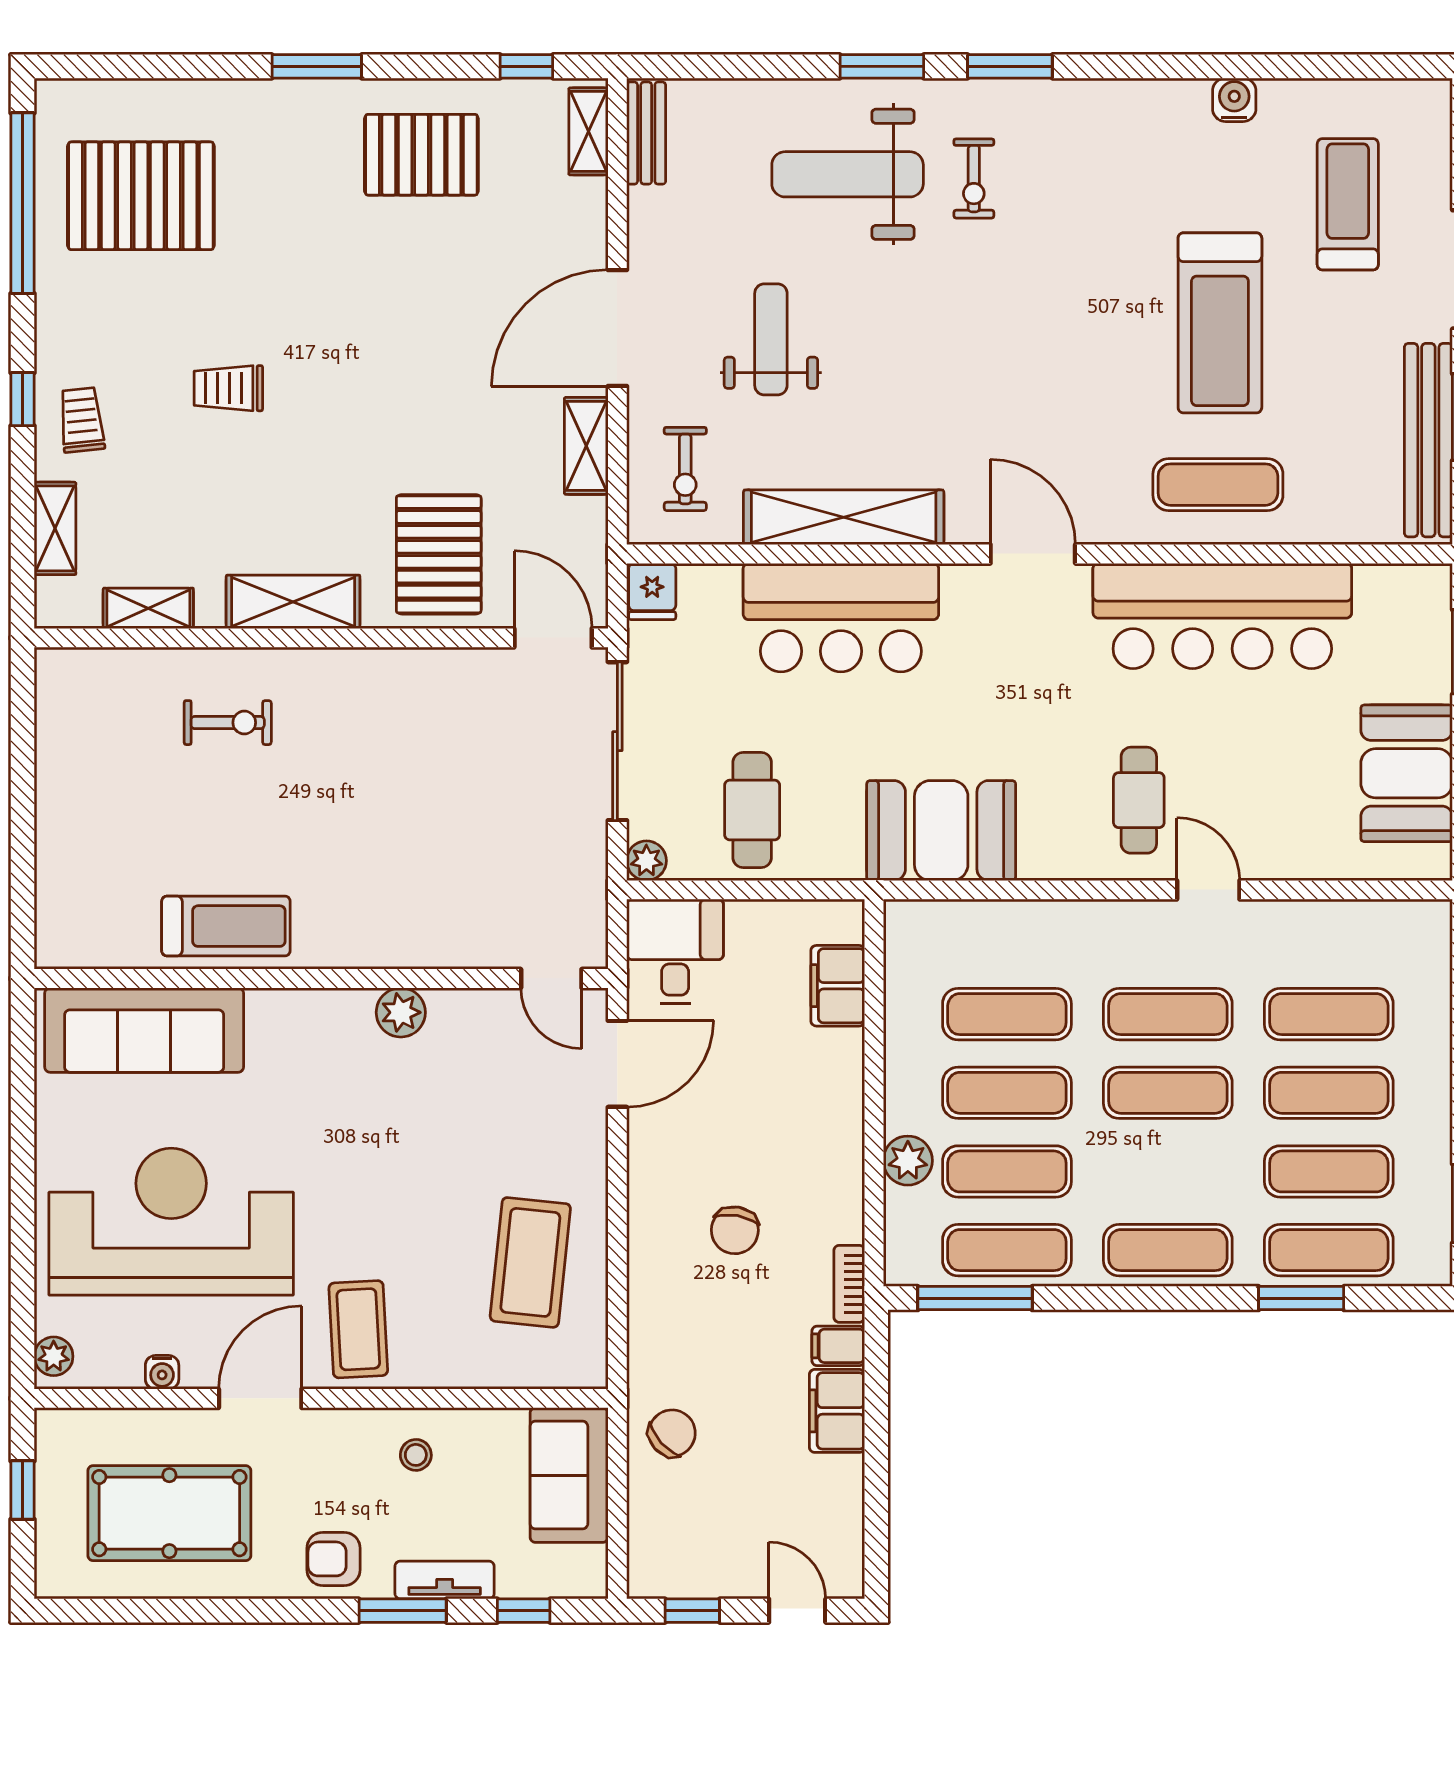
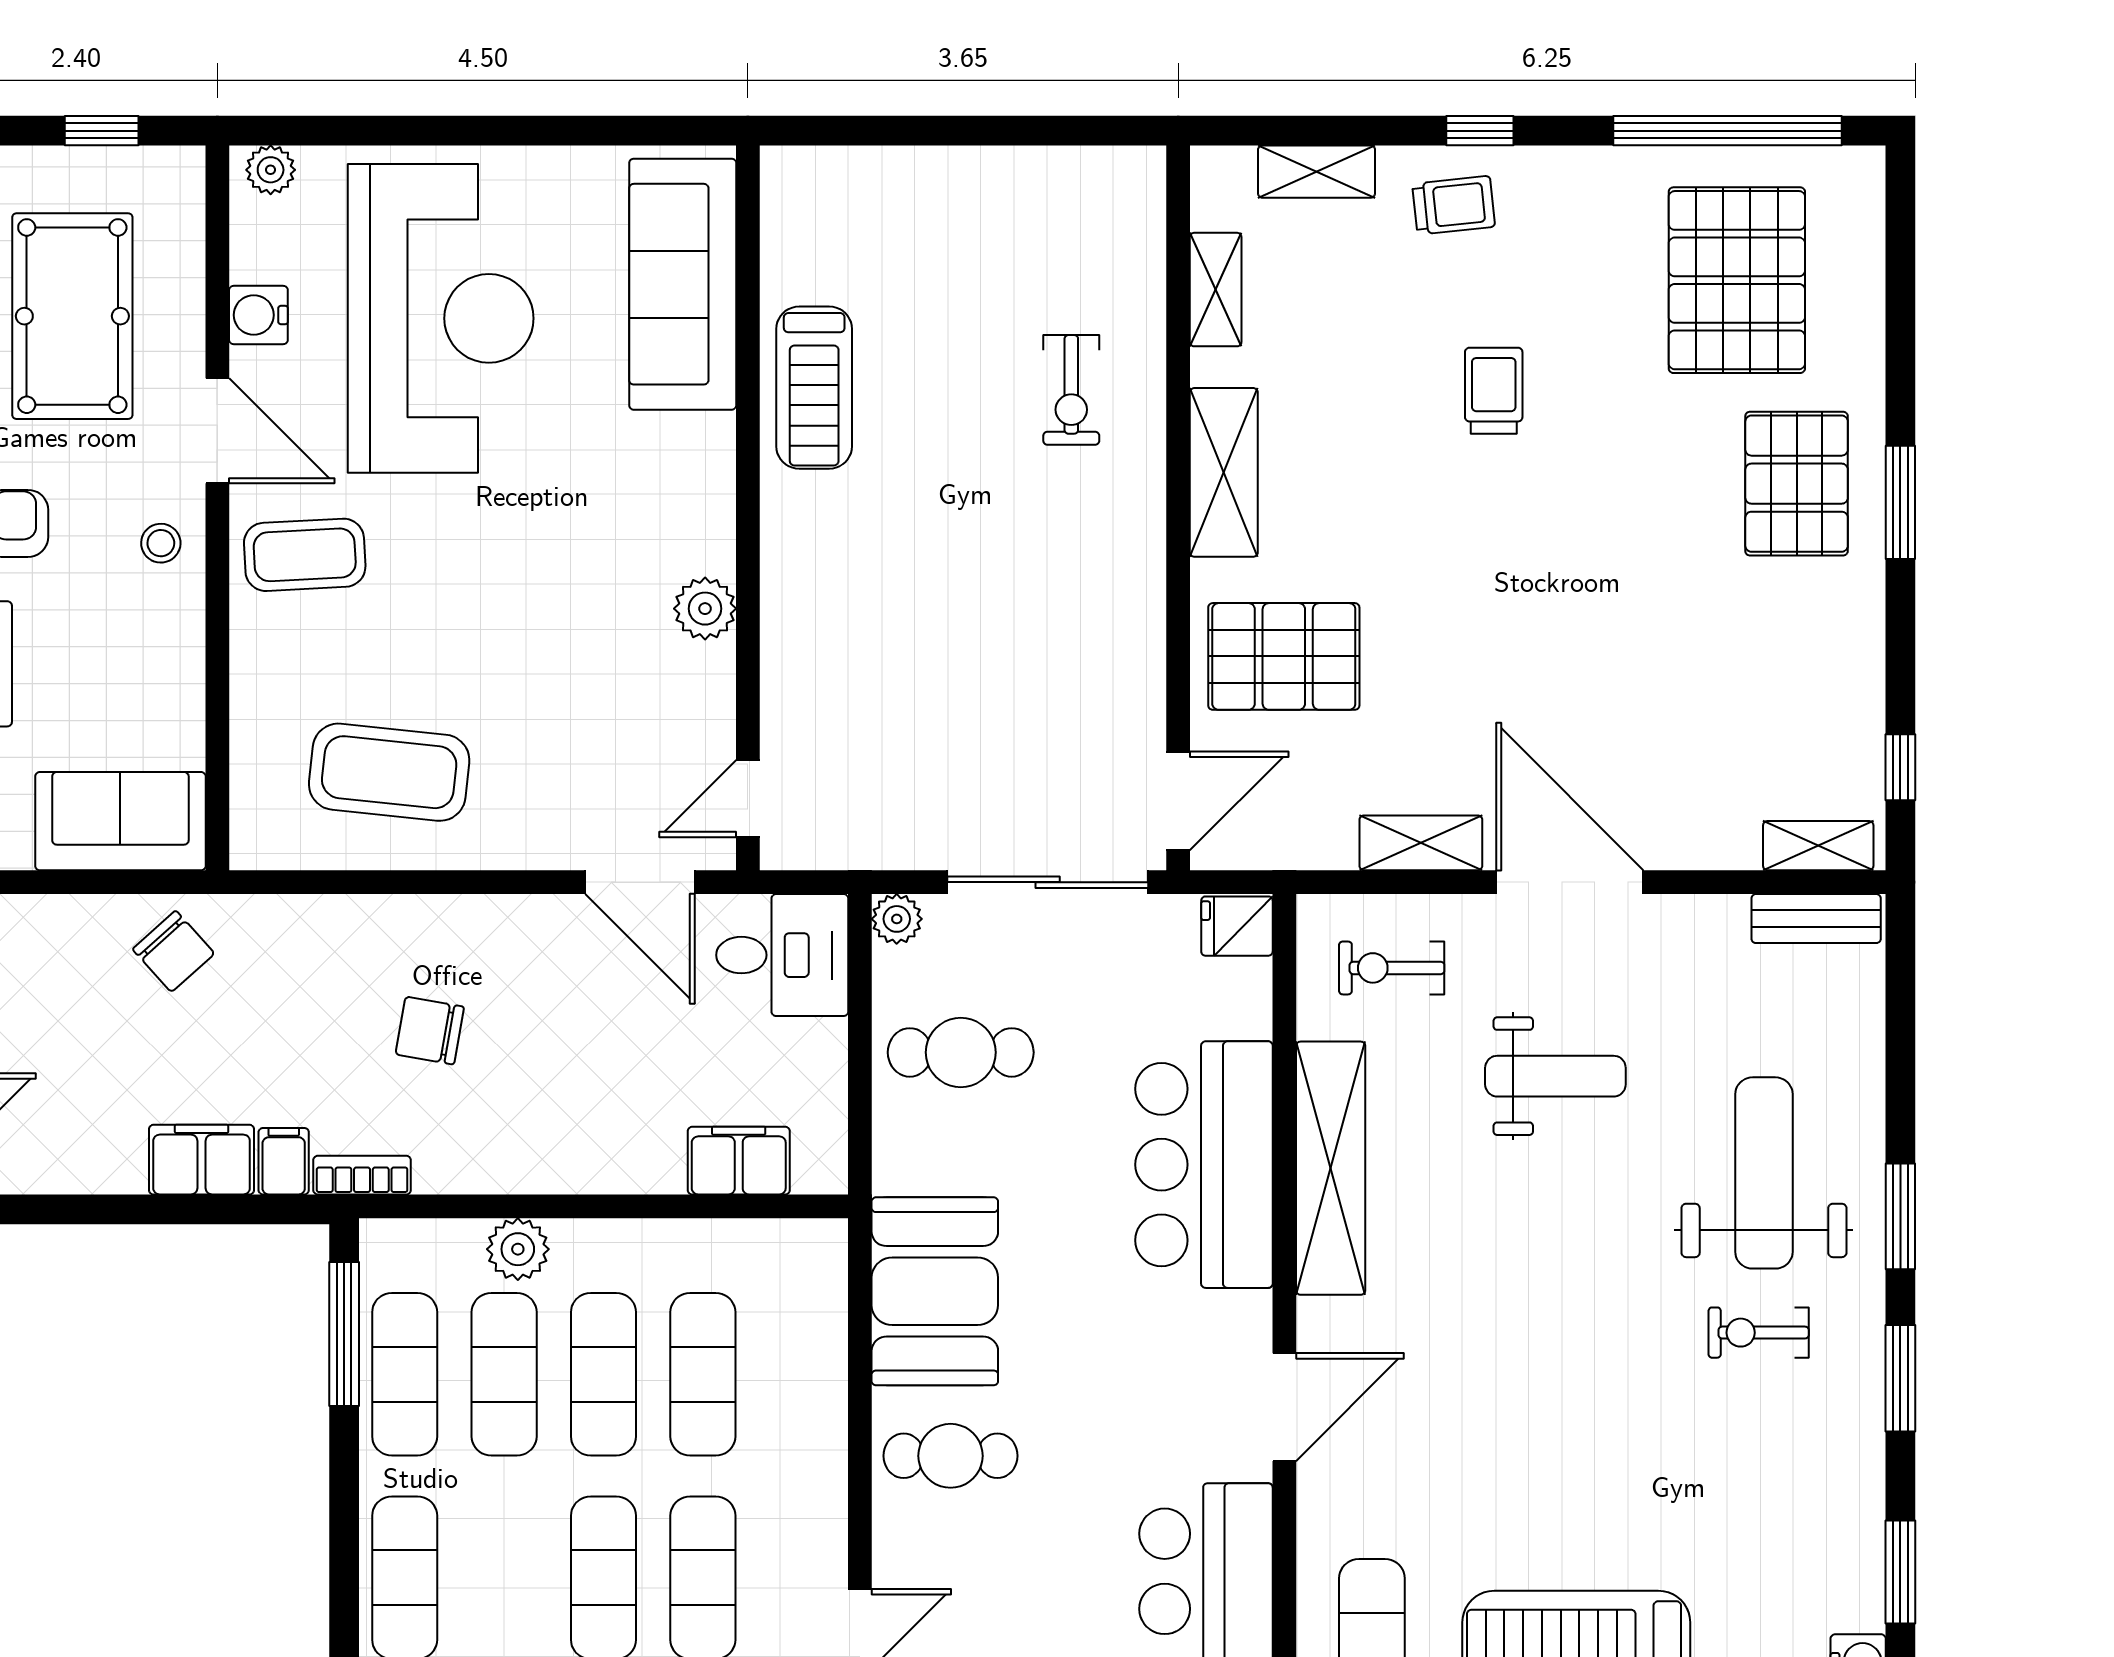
window: (1163, 66) -> (1900, 1572), added
pallet: (421, 155) -> (1797, 484), moved
cafe table: (1139, 800) -> (951, 1456), moved
water cooler: (162, 1372) -> (258, 315), width x1.38, depth x1.38
stool: (416, 1455) -> (161, 543), moved

